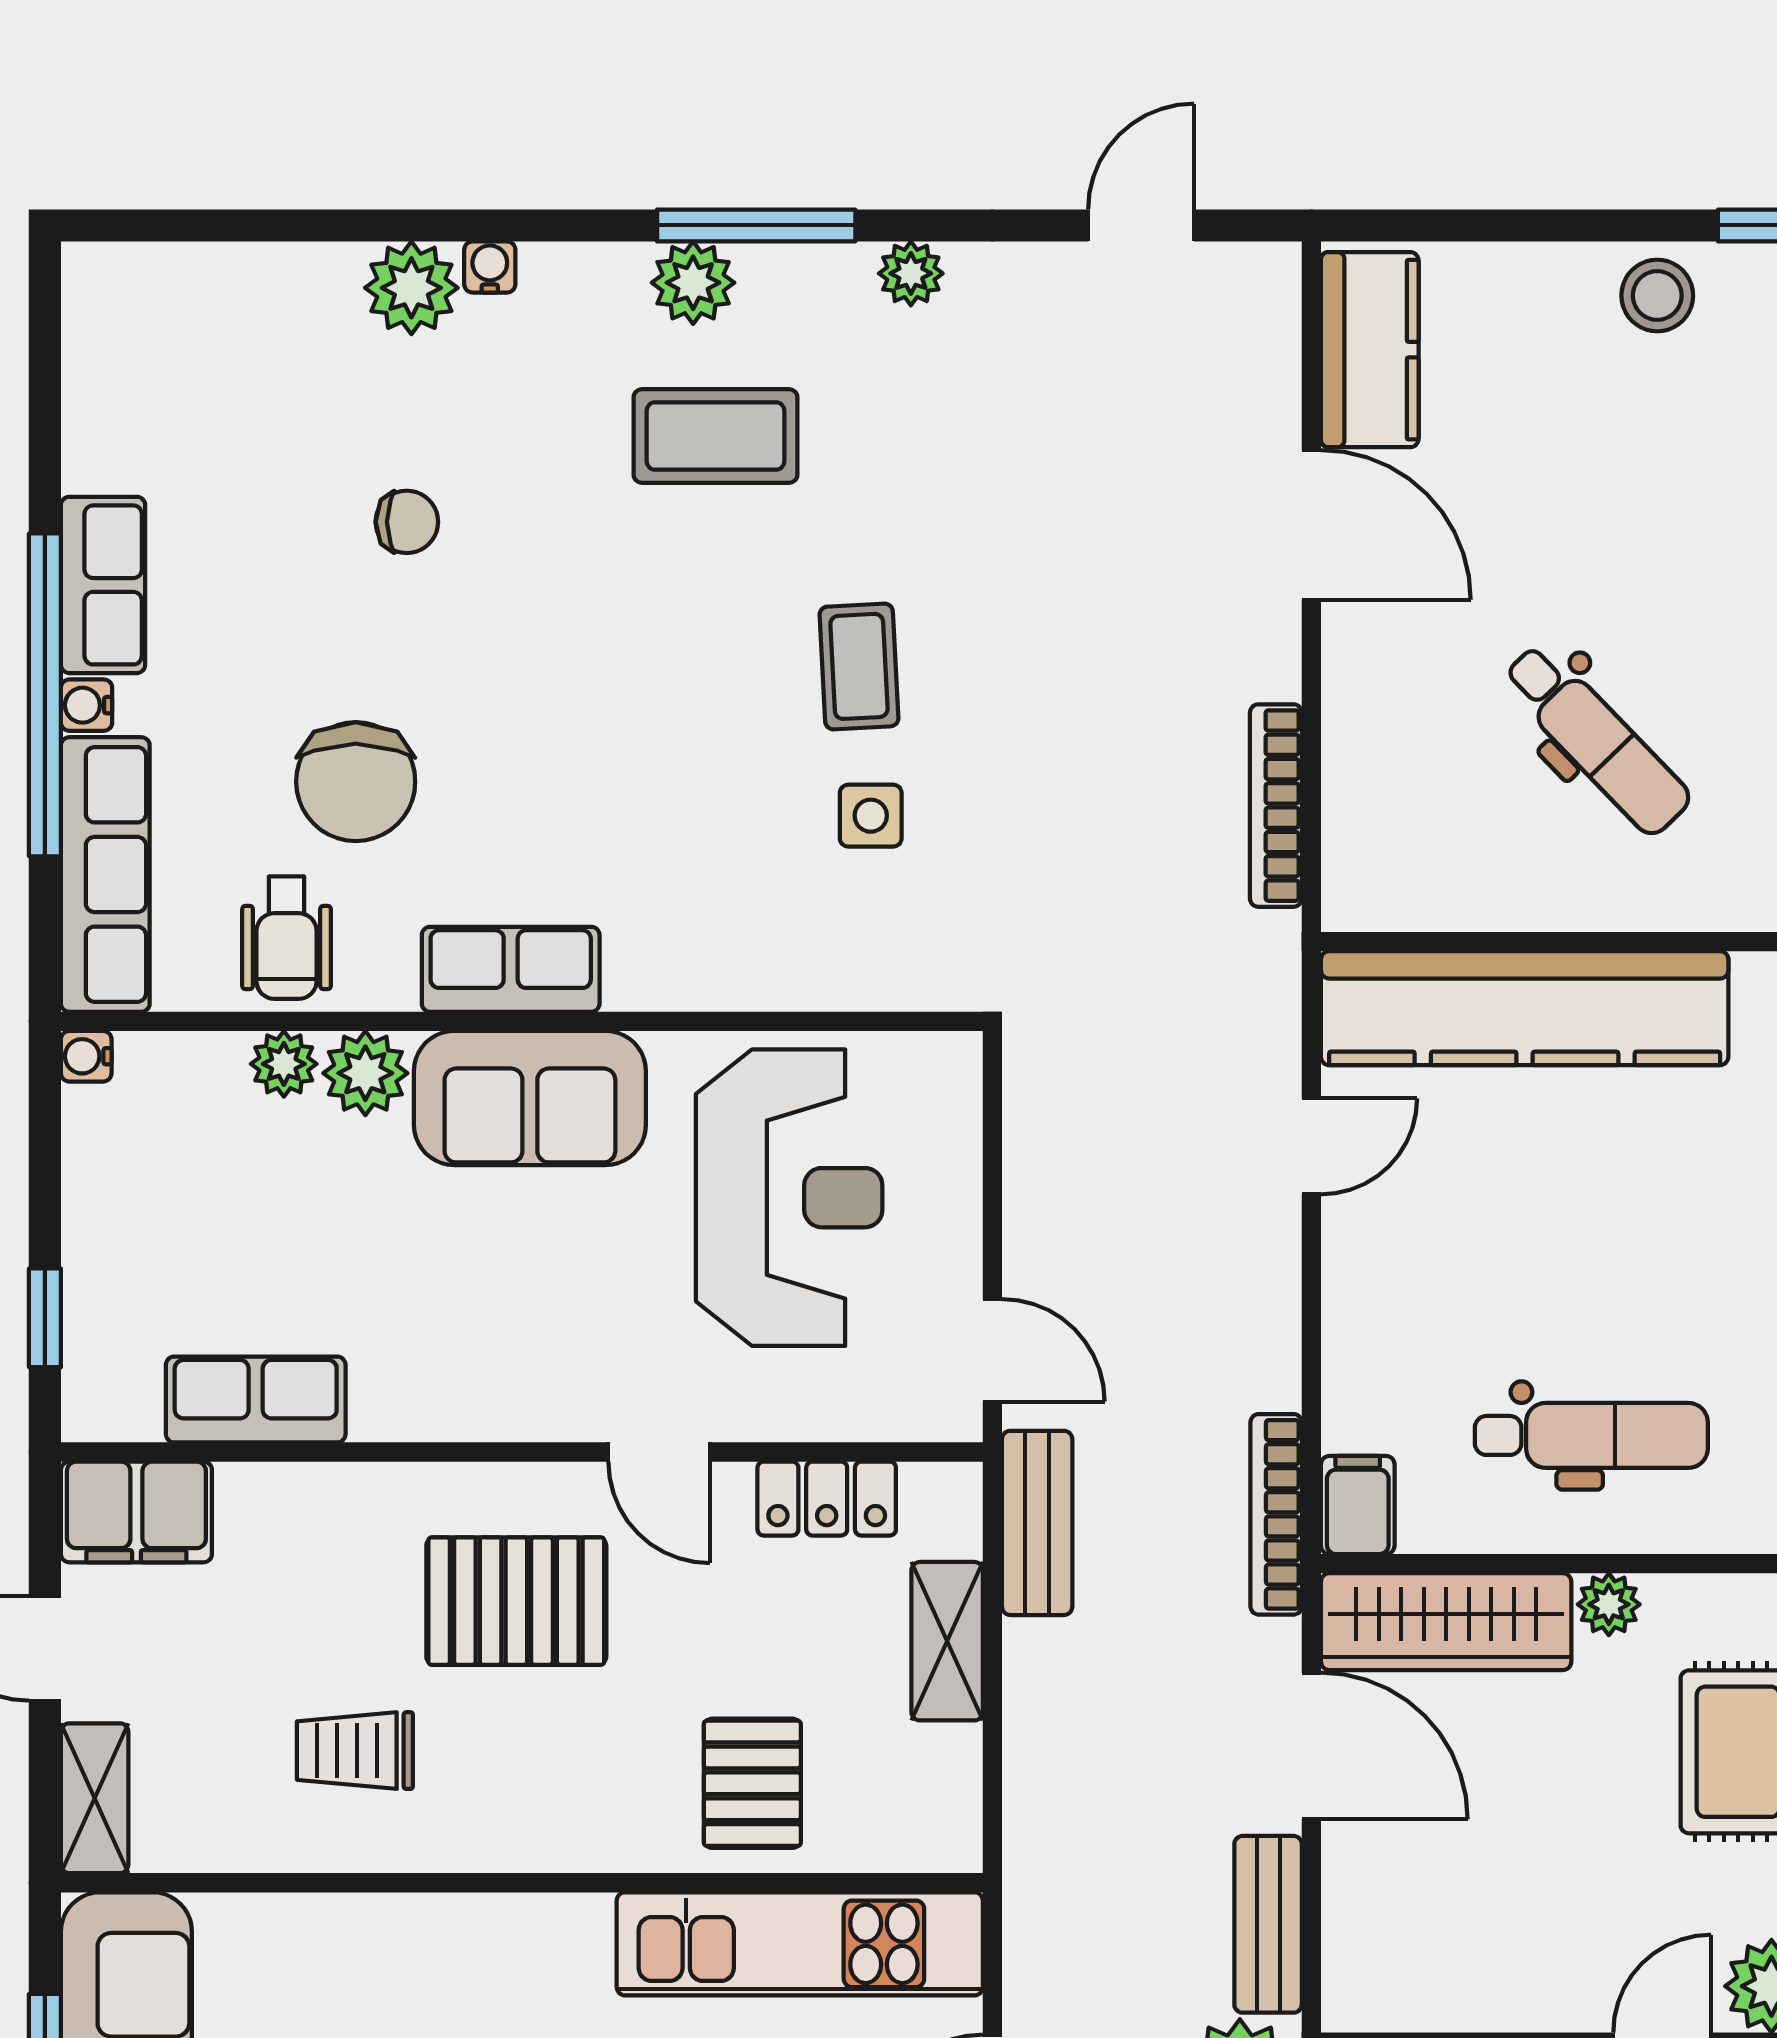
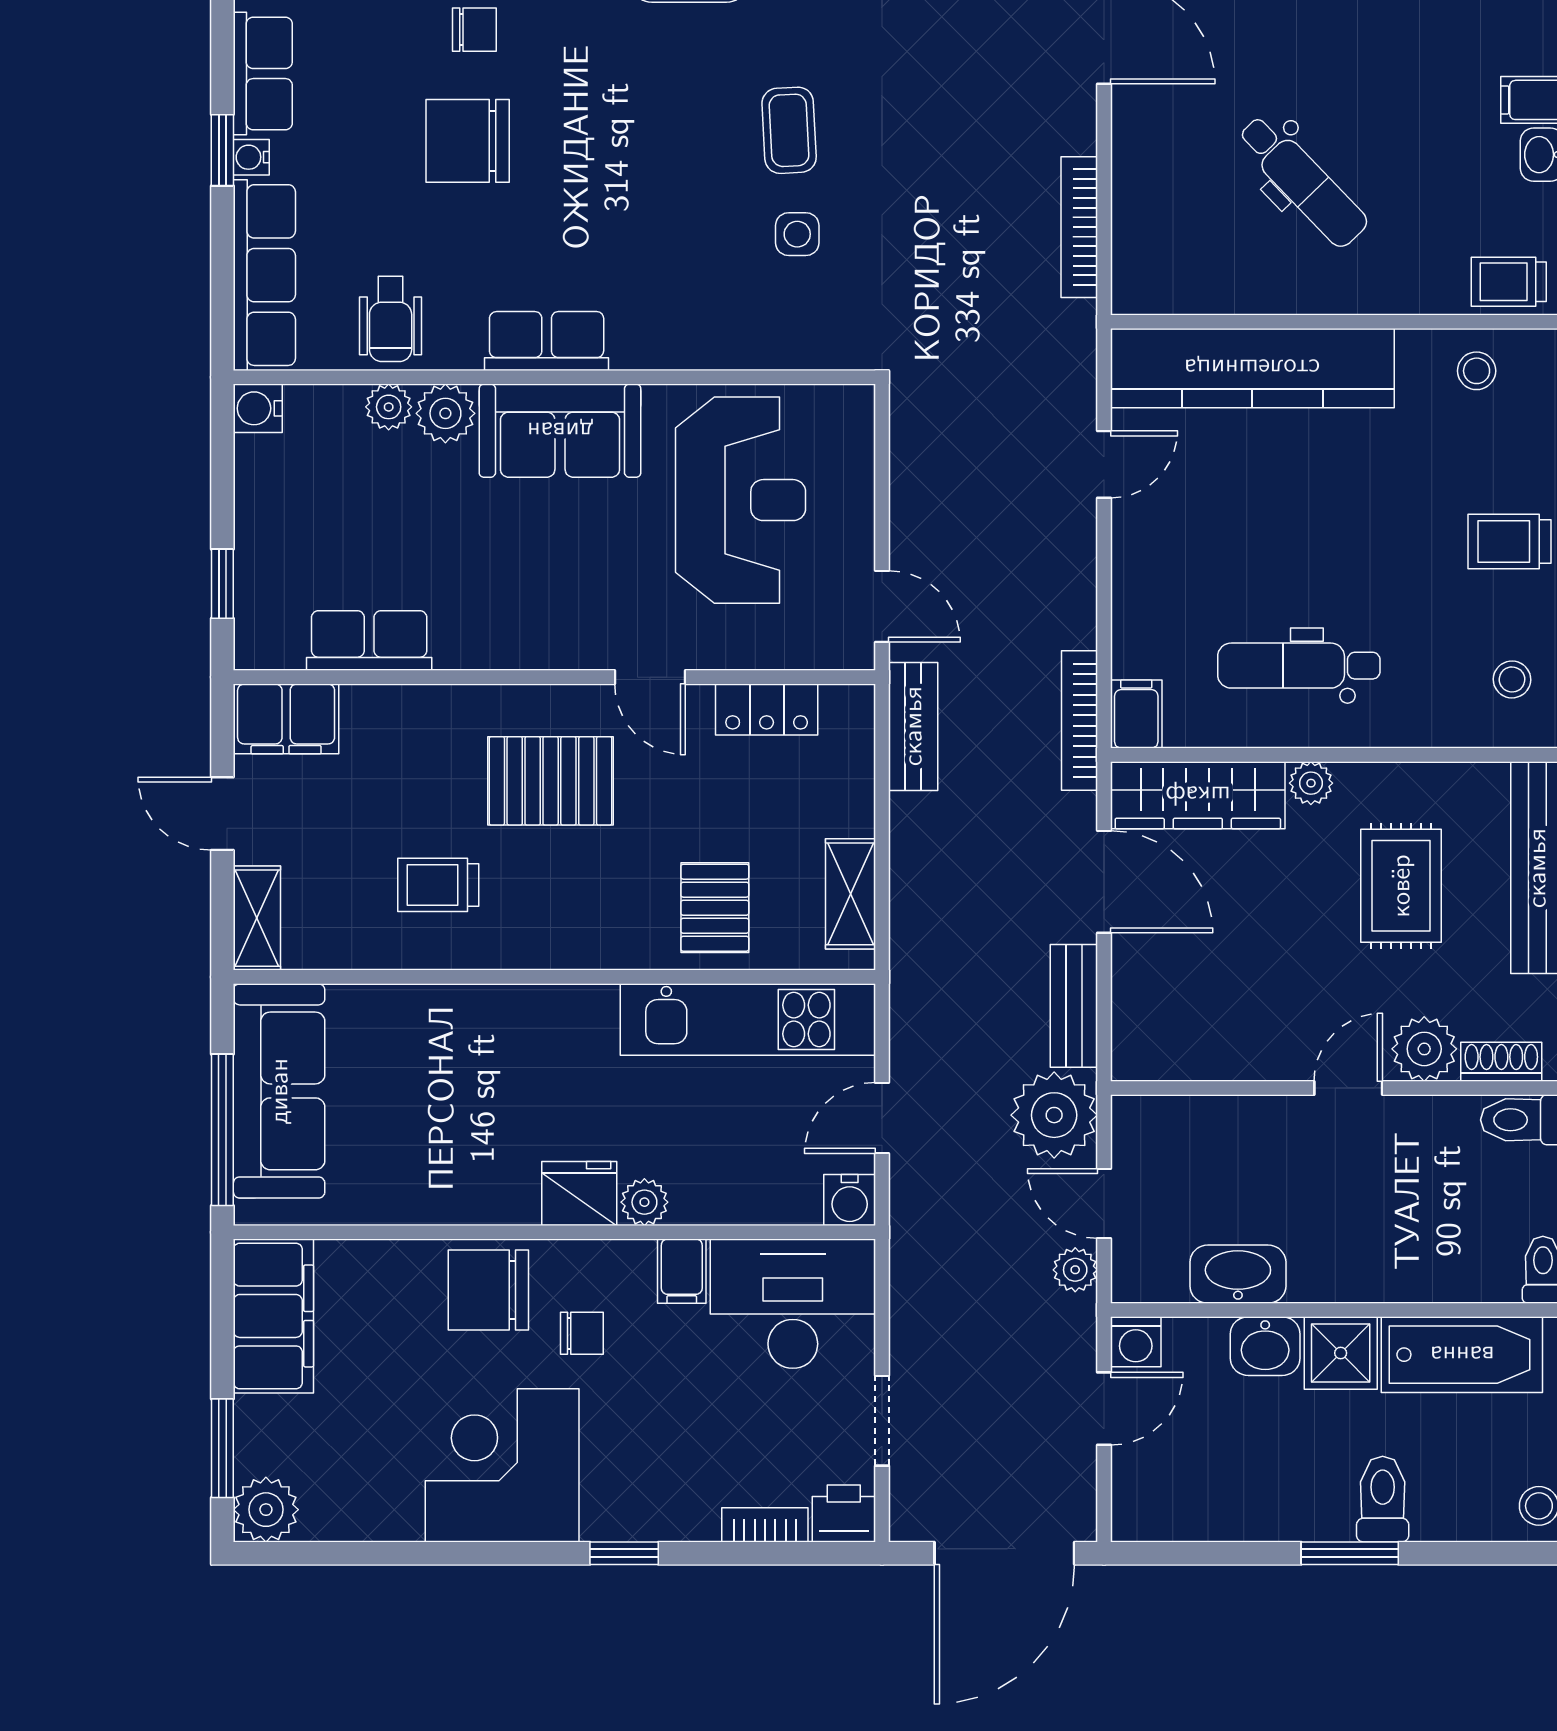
window: (45, 695) -> (222, 150), width x0.32
chair: (356, 782) -> (468, 141), moved, turned 90
water cooler: (86, 1056) -> (258, 408), width x1.38, depth x1.38
dental chair: (1591, 1435) -> (1299, 666), turned 180
shelving: (947, 1641) -> (850, 894), moved

